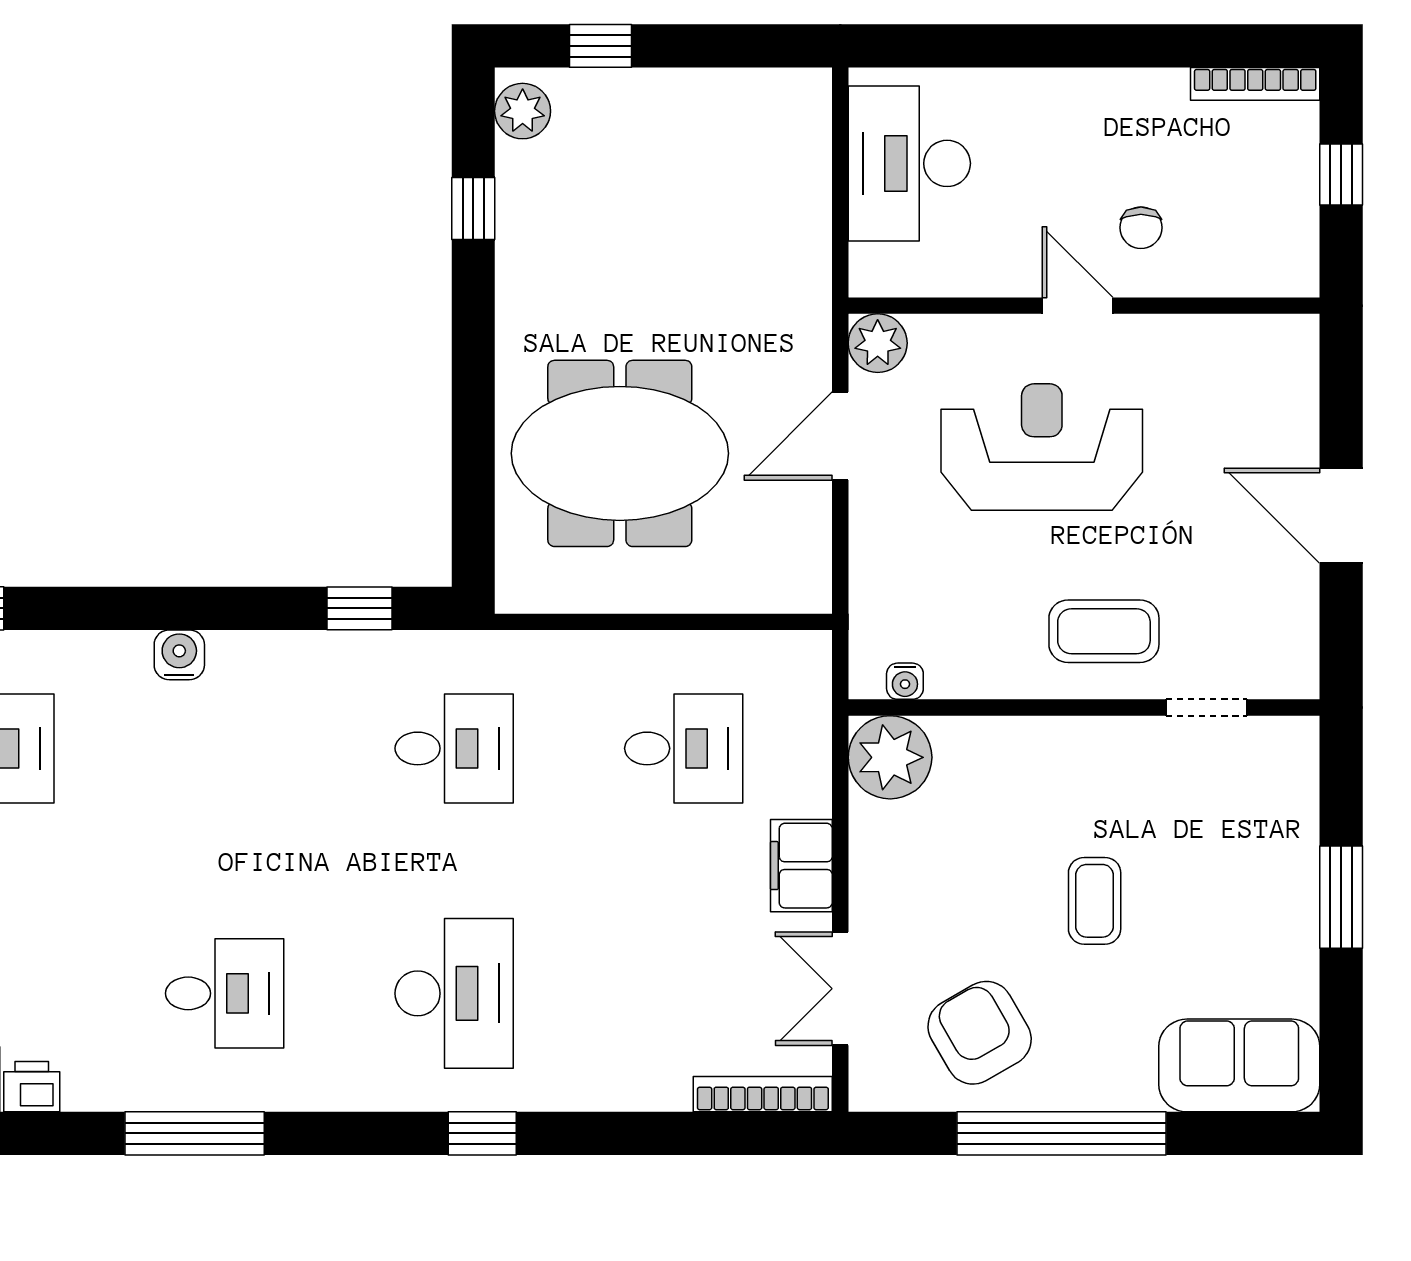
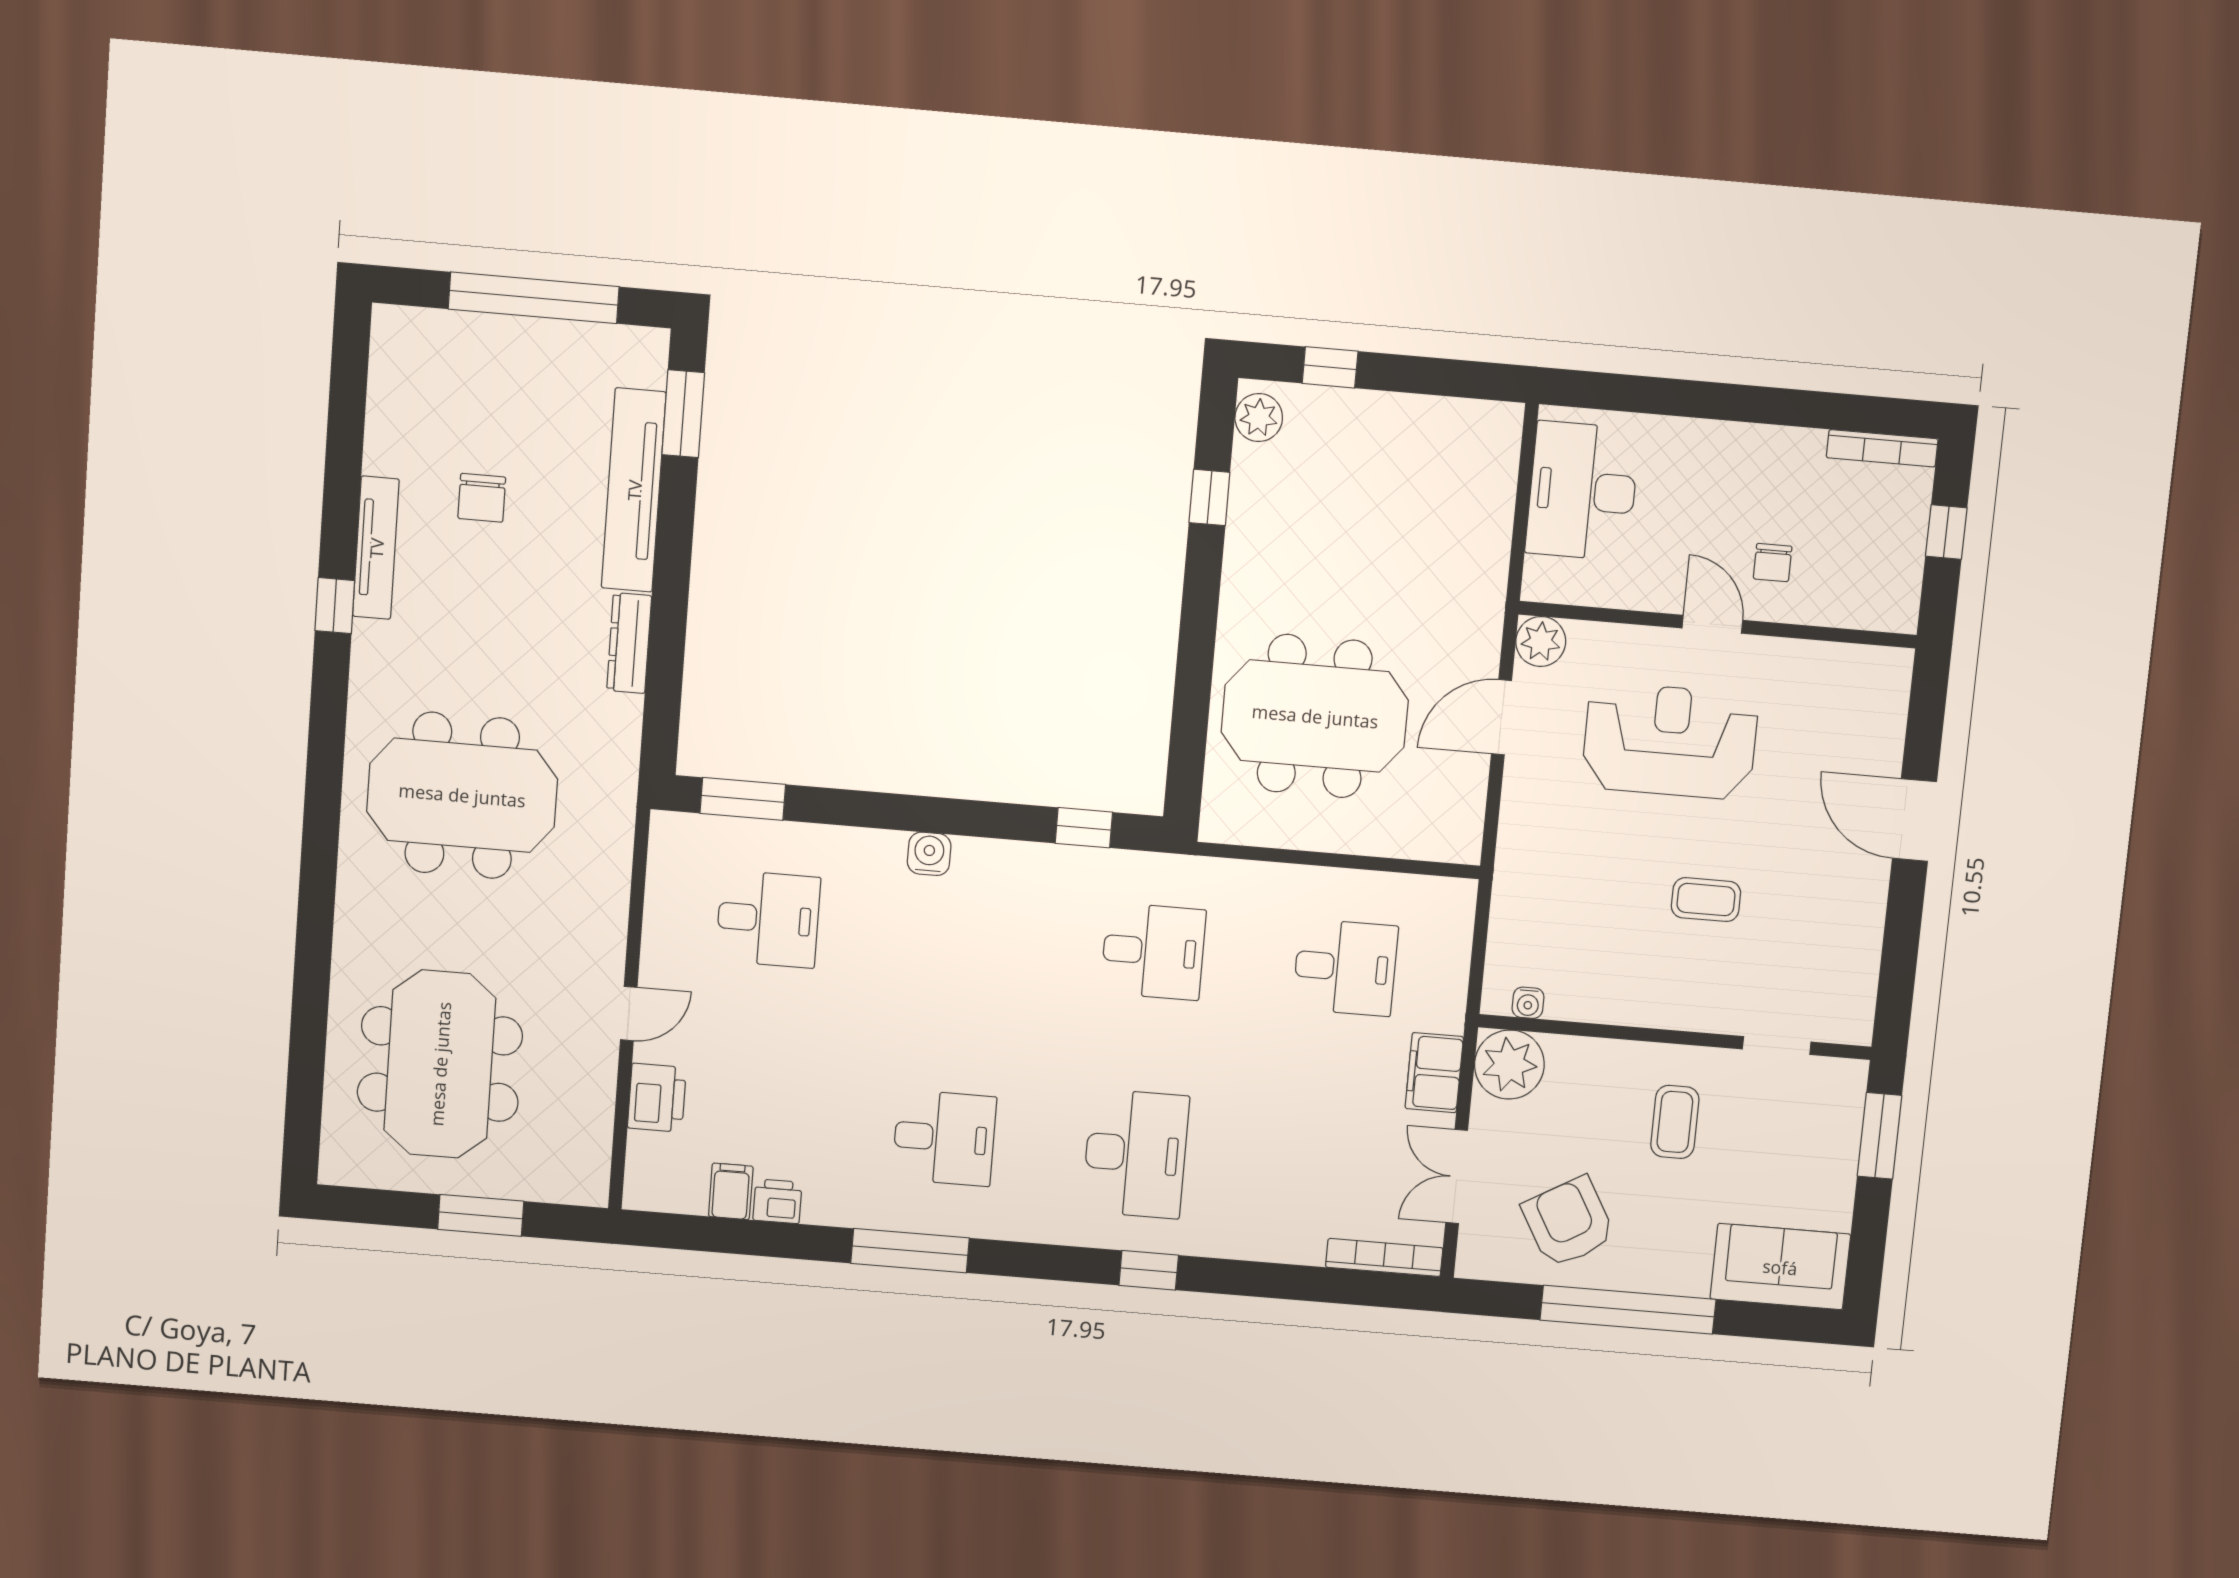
coffee table: (1104, 631) -> (1706, 900), width x0.73, depth x0.77
water cooler: (905, 681) -> (1528, 1003), moved
wall: (1084, 708) -> (1675, 1037), moved
doorway: (1207, 708) -> (1777, 1046), moved
plant: (890, 757) -> (1509, 1065), moved

